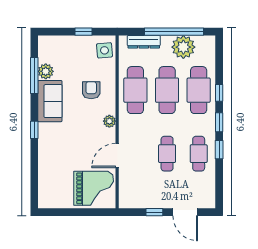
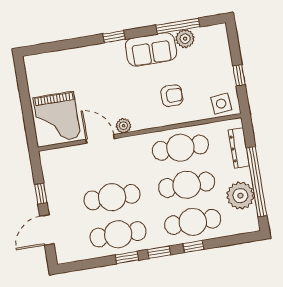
plant: (109, 121) -> (123, 126), moved
cafe table: (167, 154) -> (112, 197), width x1.37, depth x1.35
cafe table: (199, 154) -> (118, 234), width x1.37, depth x1.35

